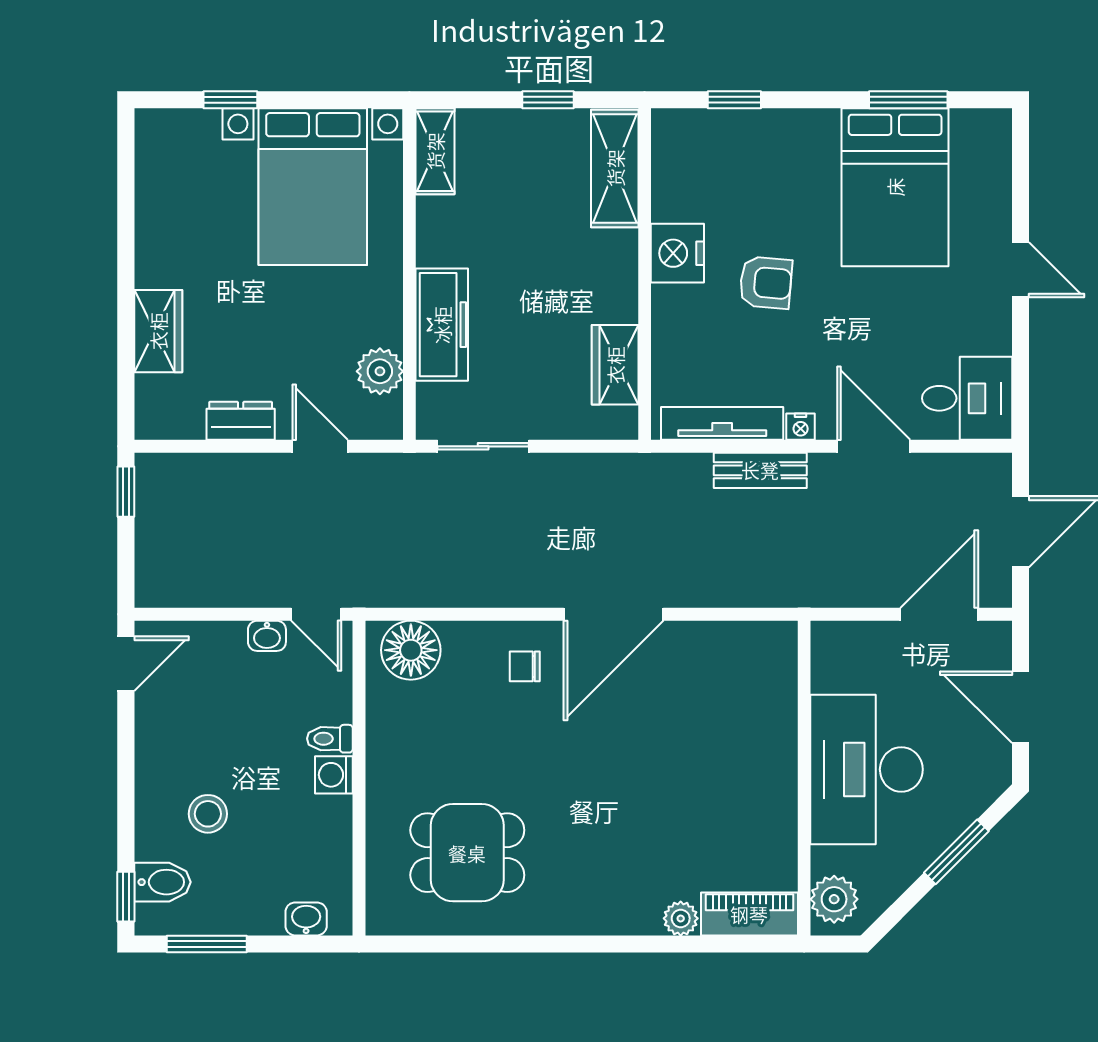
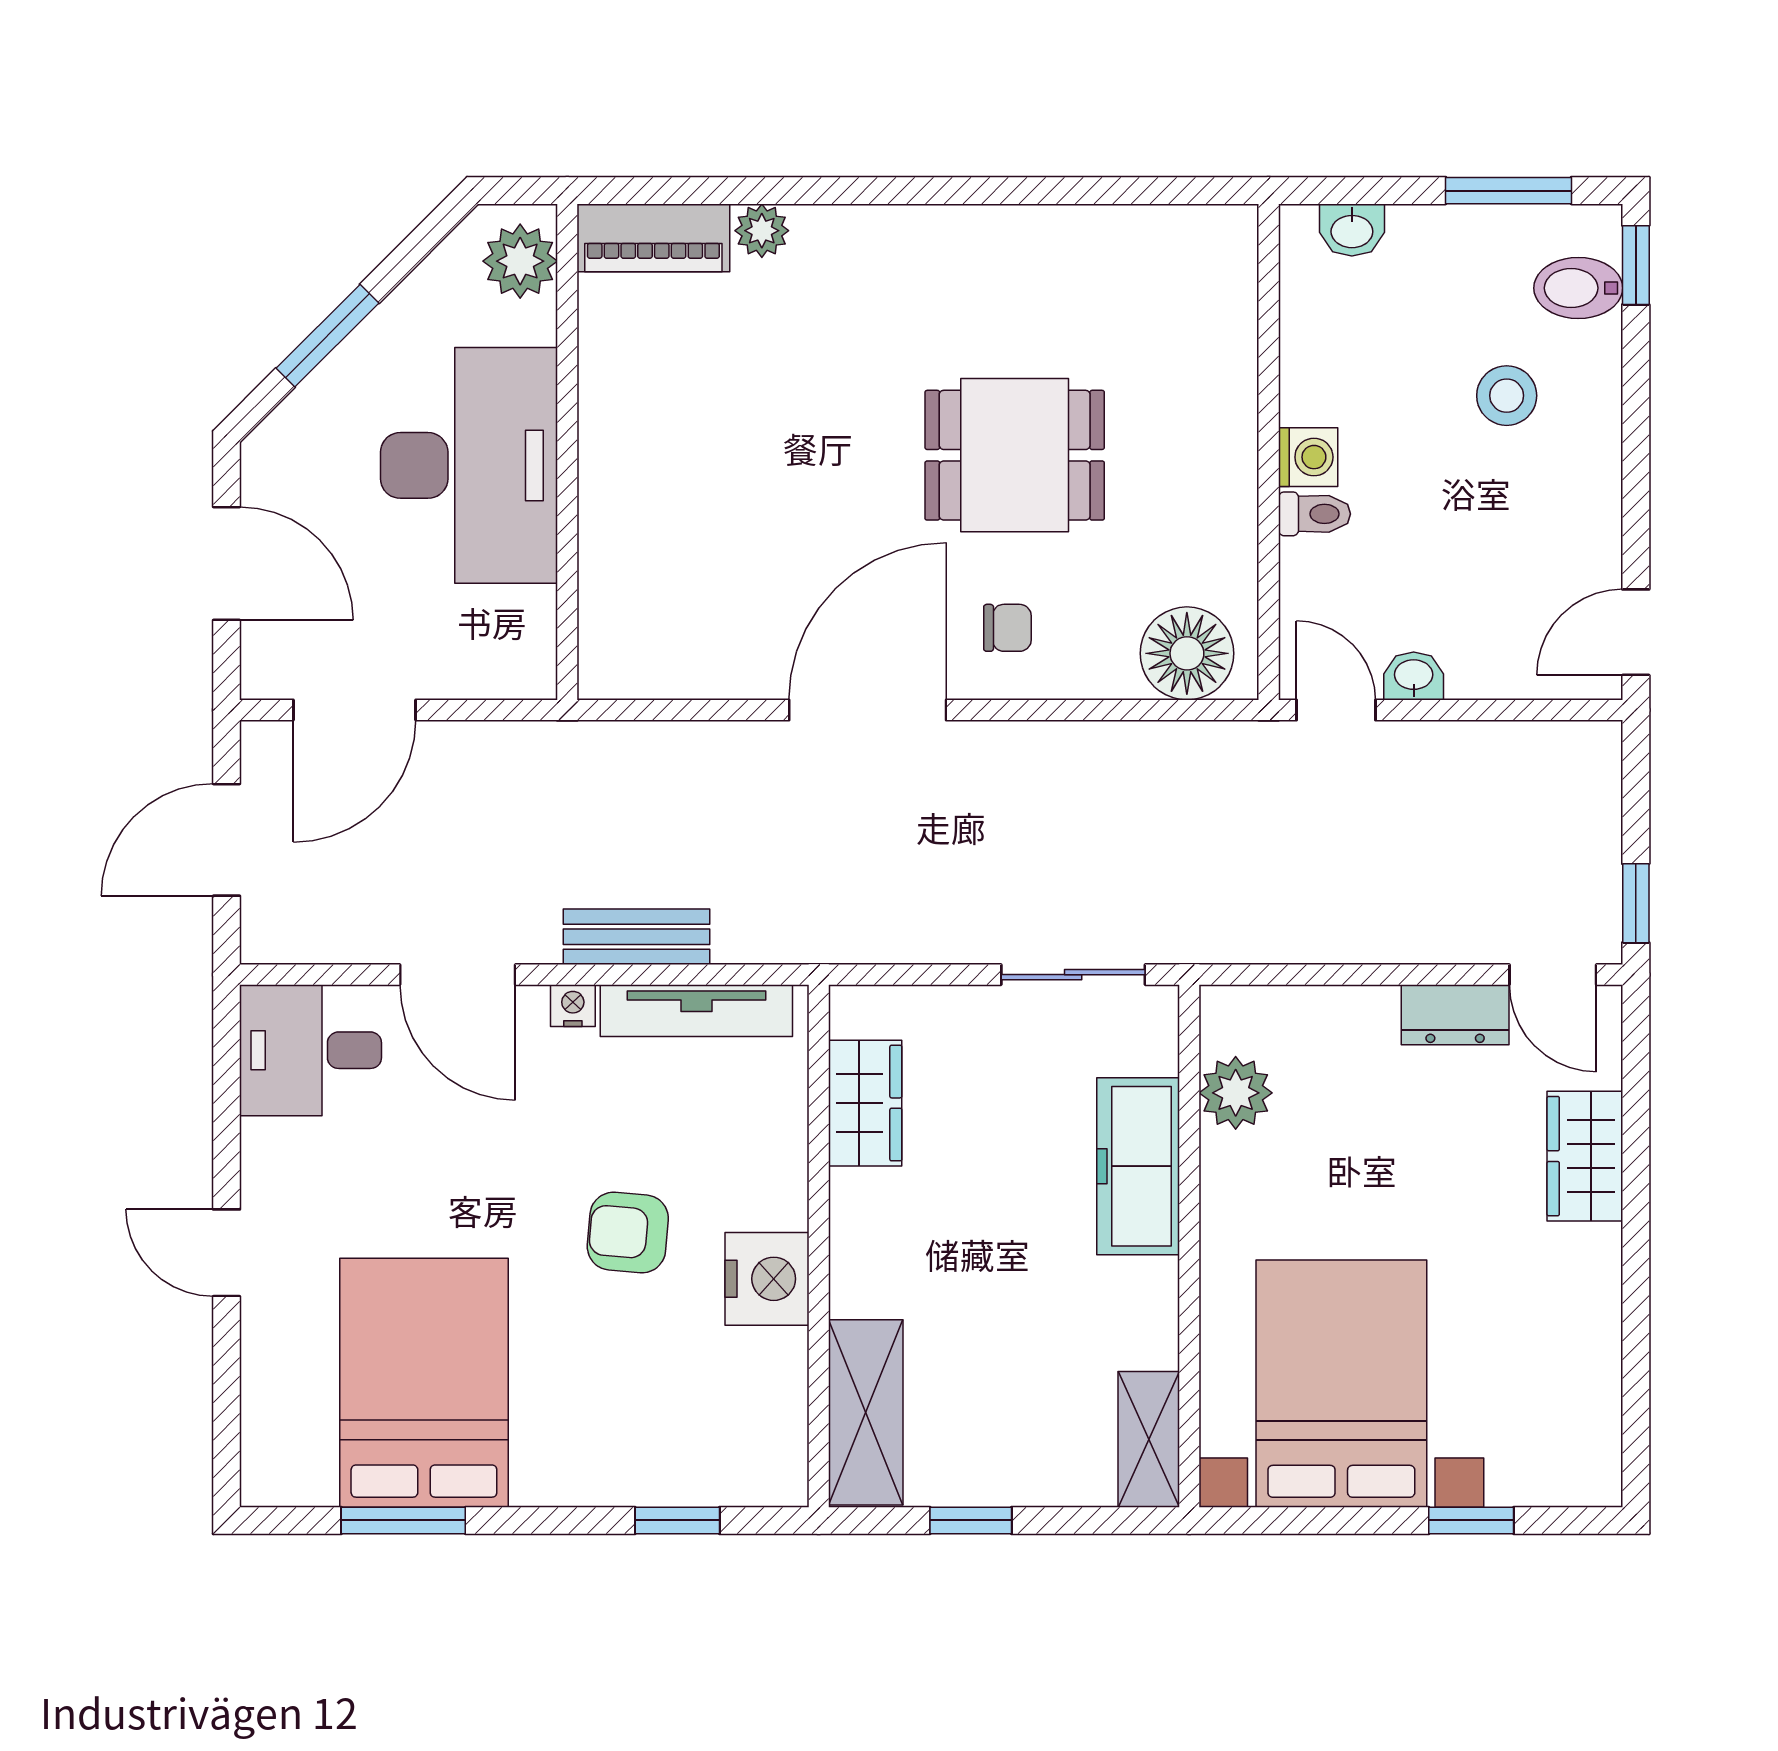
door: (320, 446) -> (1553, 975), moved
dining table: (467, 853) -> (1015, 455), moved

